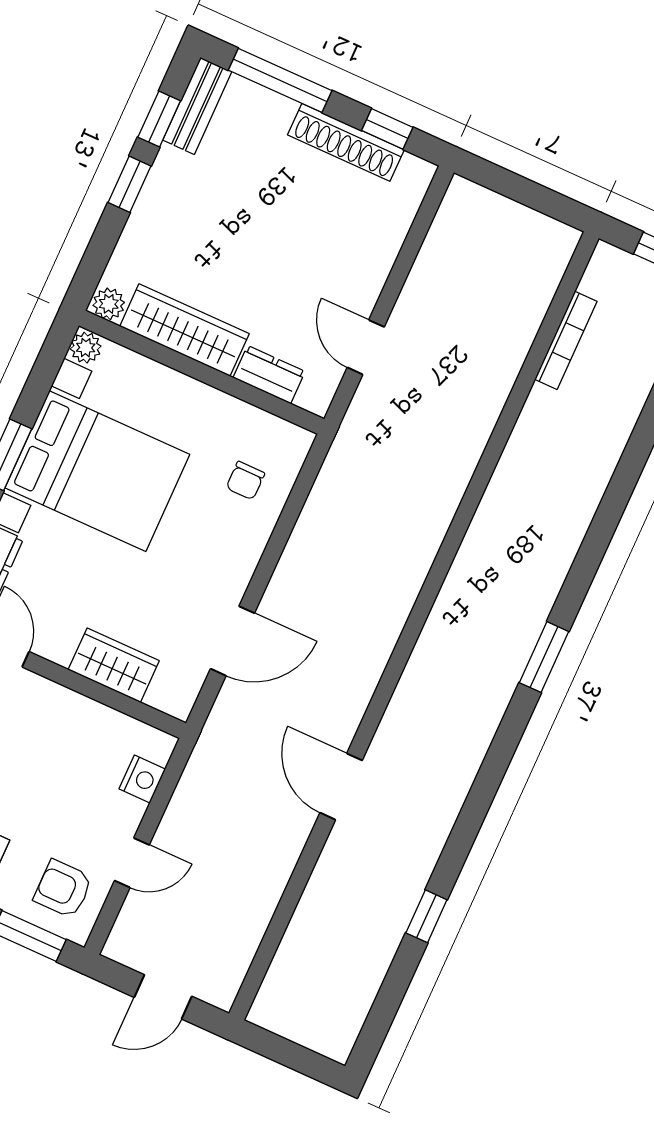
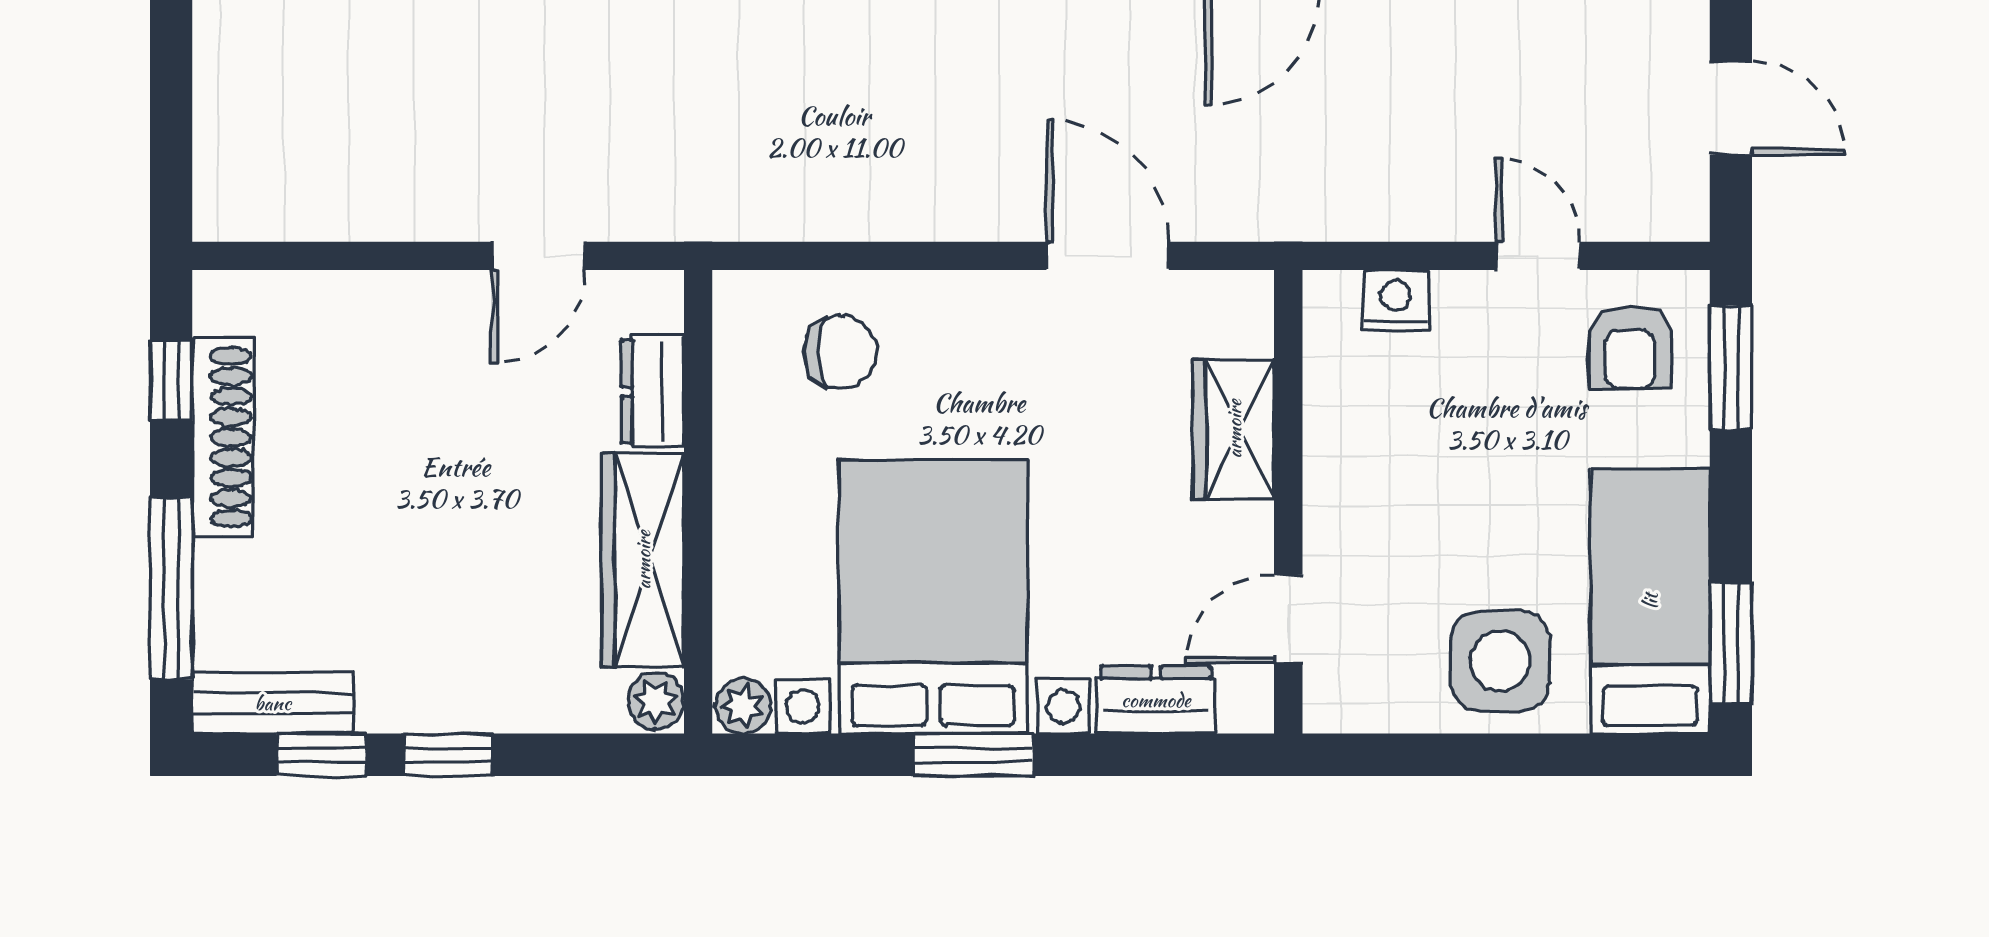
chair: (245, 481) -> (840, 352), width x1.37, depth x1.37

